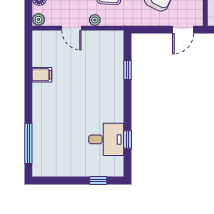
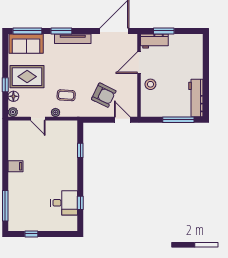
door: (183, 30) -> (122, 120), swing flipped
filing cabinet: (42, 75) -> (15, 166), moved
window: (98, 181) -> (31, 234), moved

